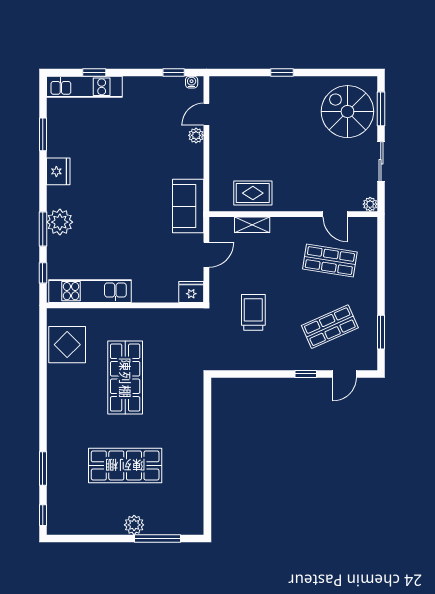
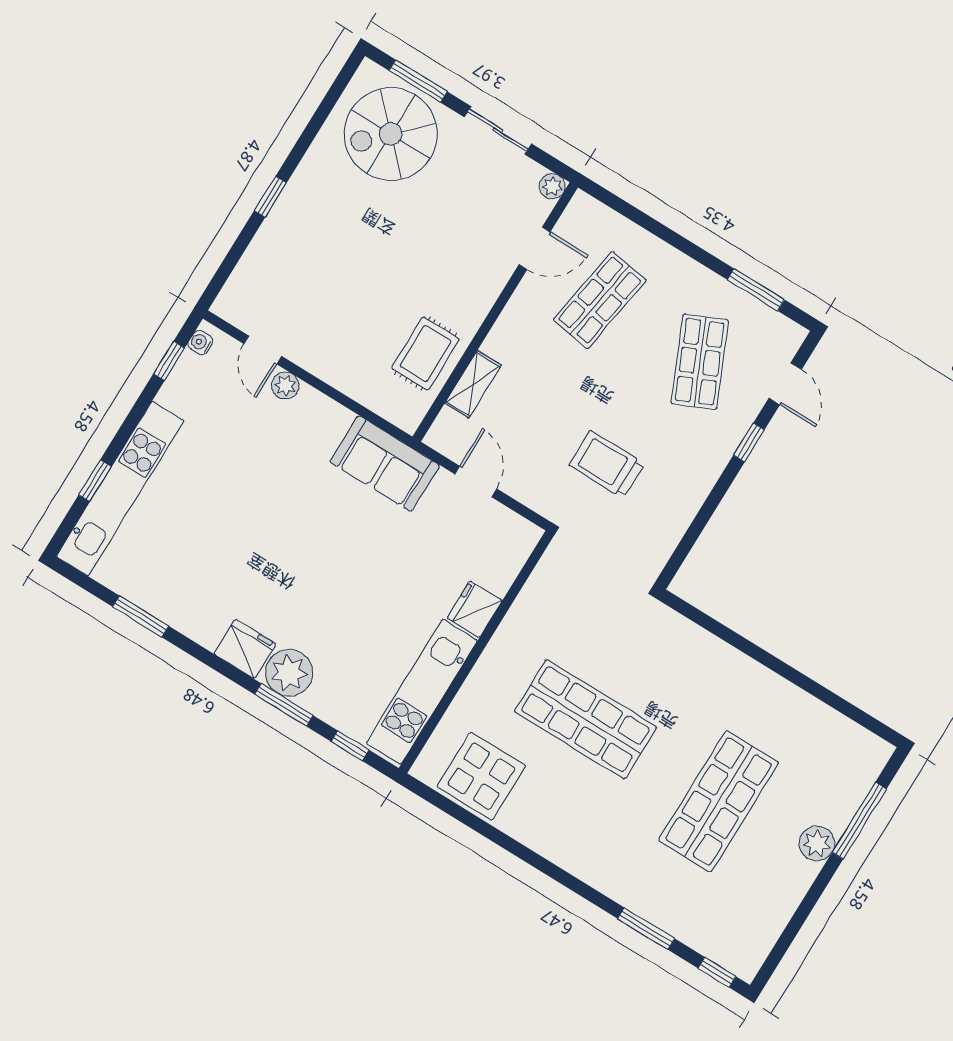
kitchen unit: (84, 87) -> (120, 489), width x1.36
fridge: (58, 171) -> (245, 649), moved
fridge: (191, 292) -> (475, 609), moved

